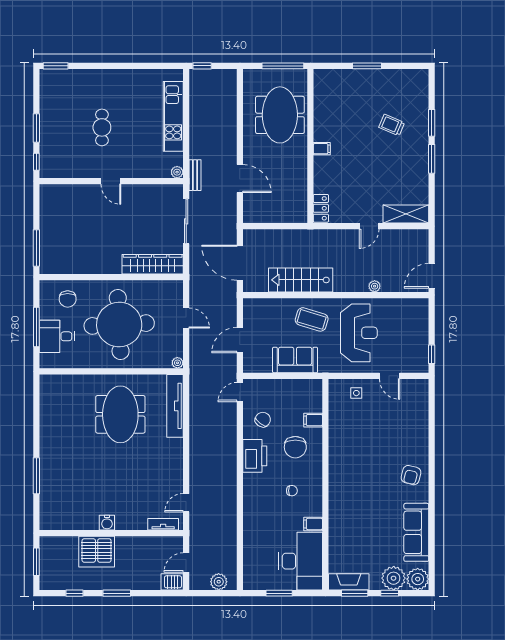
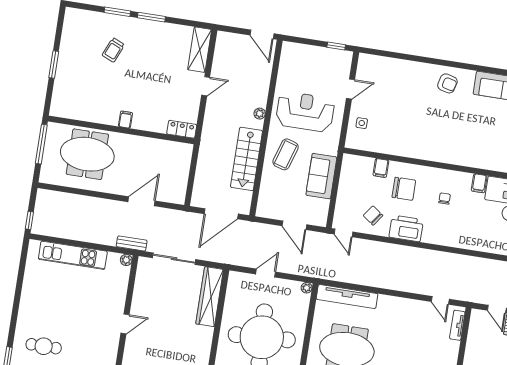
cafe table: (102, 127) -> (44, 346), moved
door: (369, 226) -> (206, 86), hinge flipped
plant: (375, 286) -> (260, 114), moved

